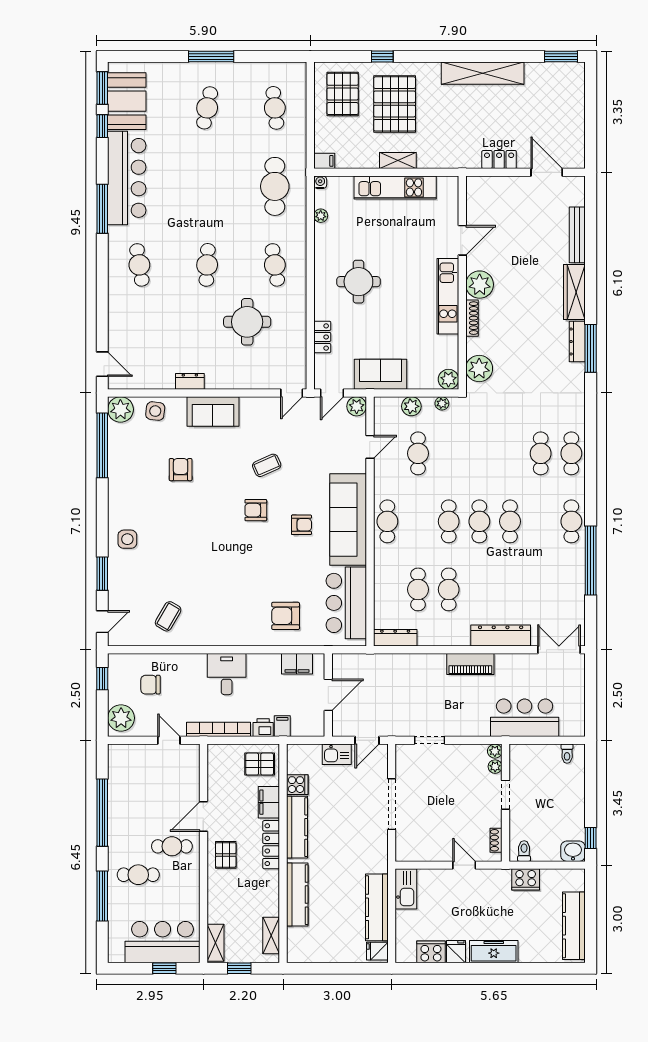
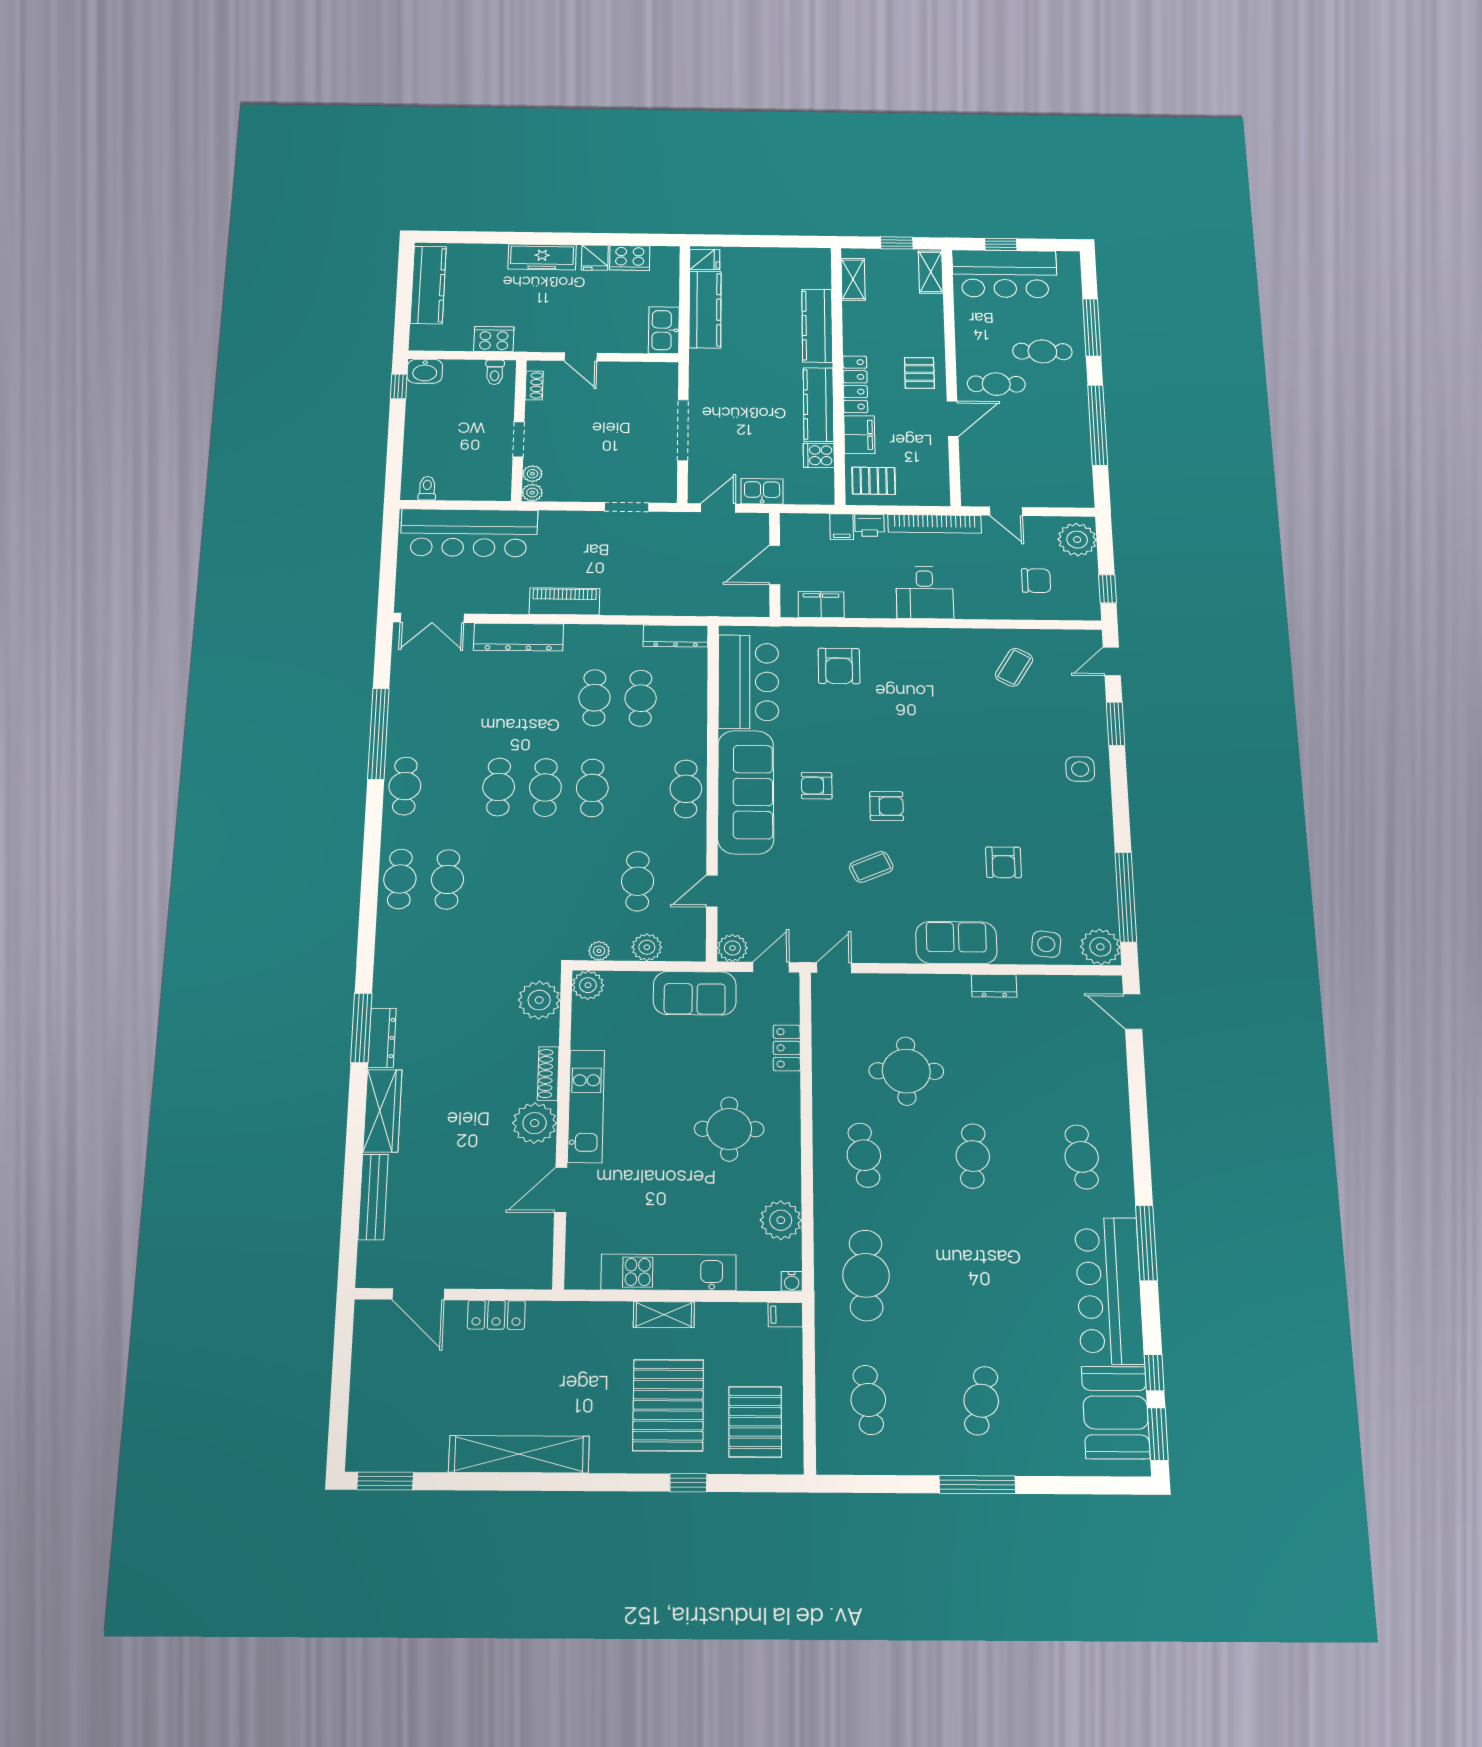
plant: (321, 216) -> (781, 1220), width x1.88, depth x1.88
armchair: (286, 616) -> (839, 666), turned 90
bar counter: (525, 718) -> (469, 533), width x1.36

